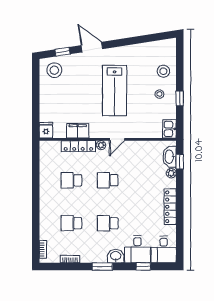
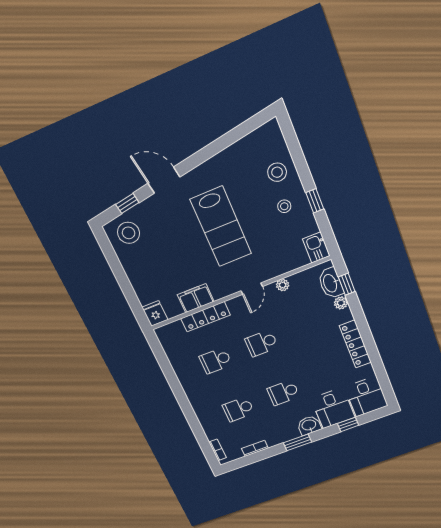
plant: (101, 145) -> (283, 285), moved

